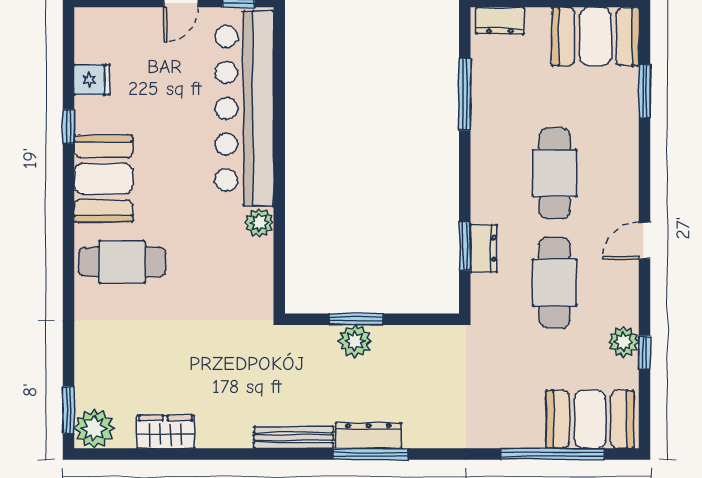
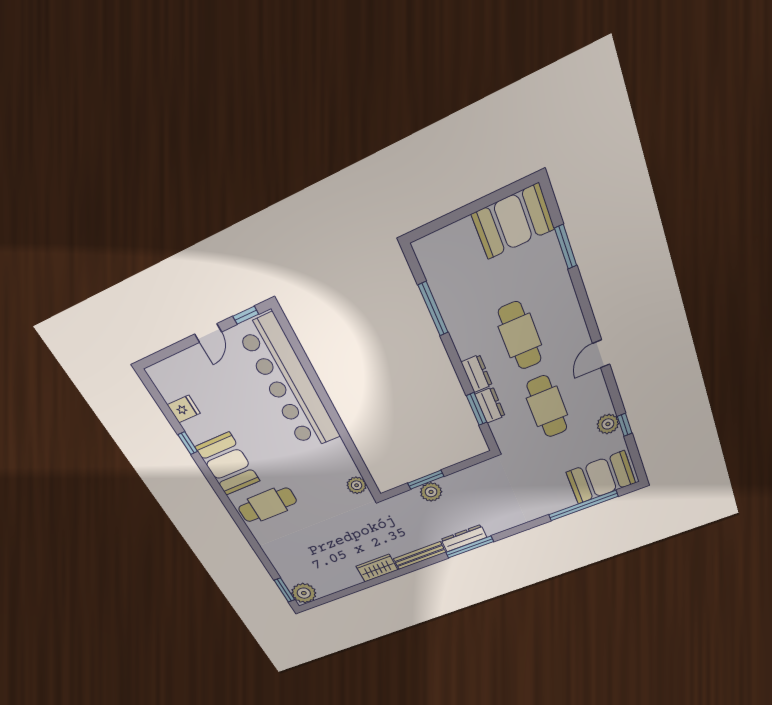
dresser: (500, 21) -> (477, 374), moved, turned -90
plant: (259, 223) -> (357, 485), moved
wardrobe: (166, 432) -> (377, 568), moved

